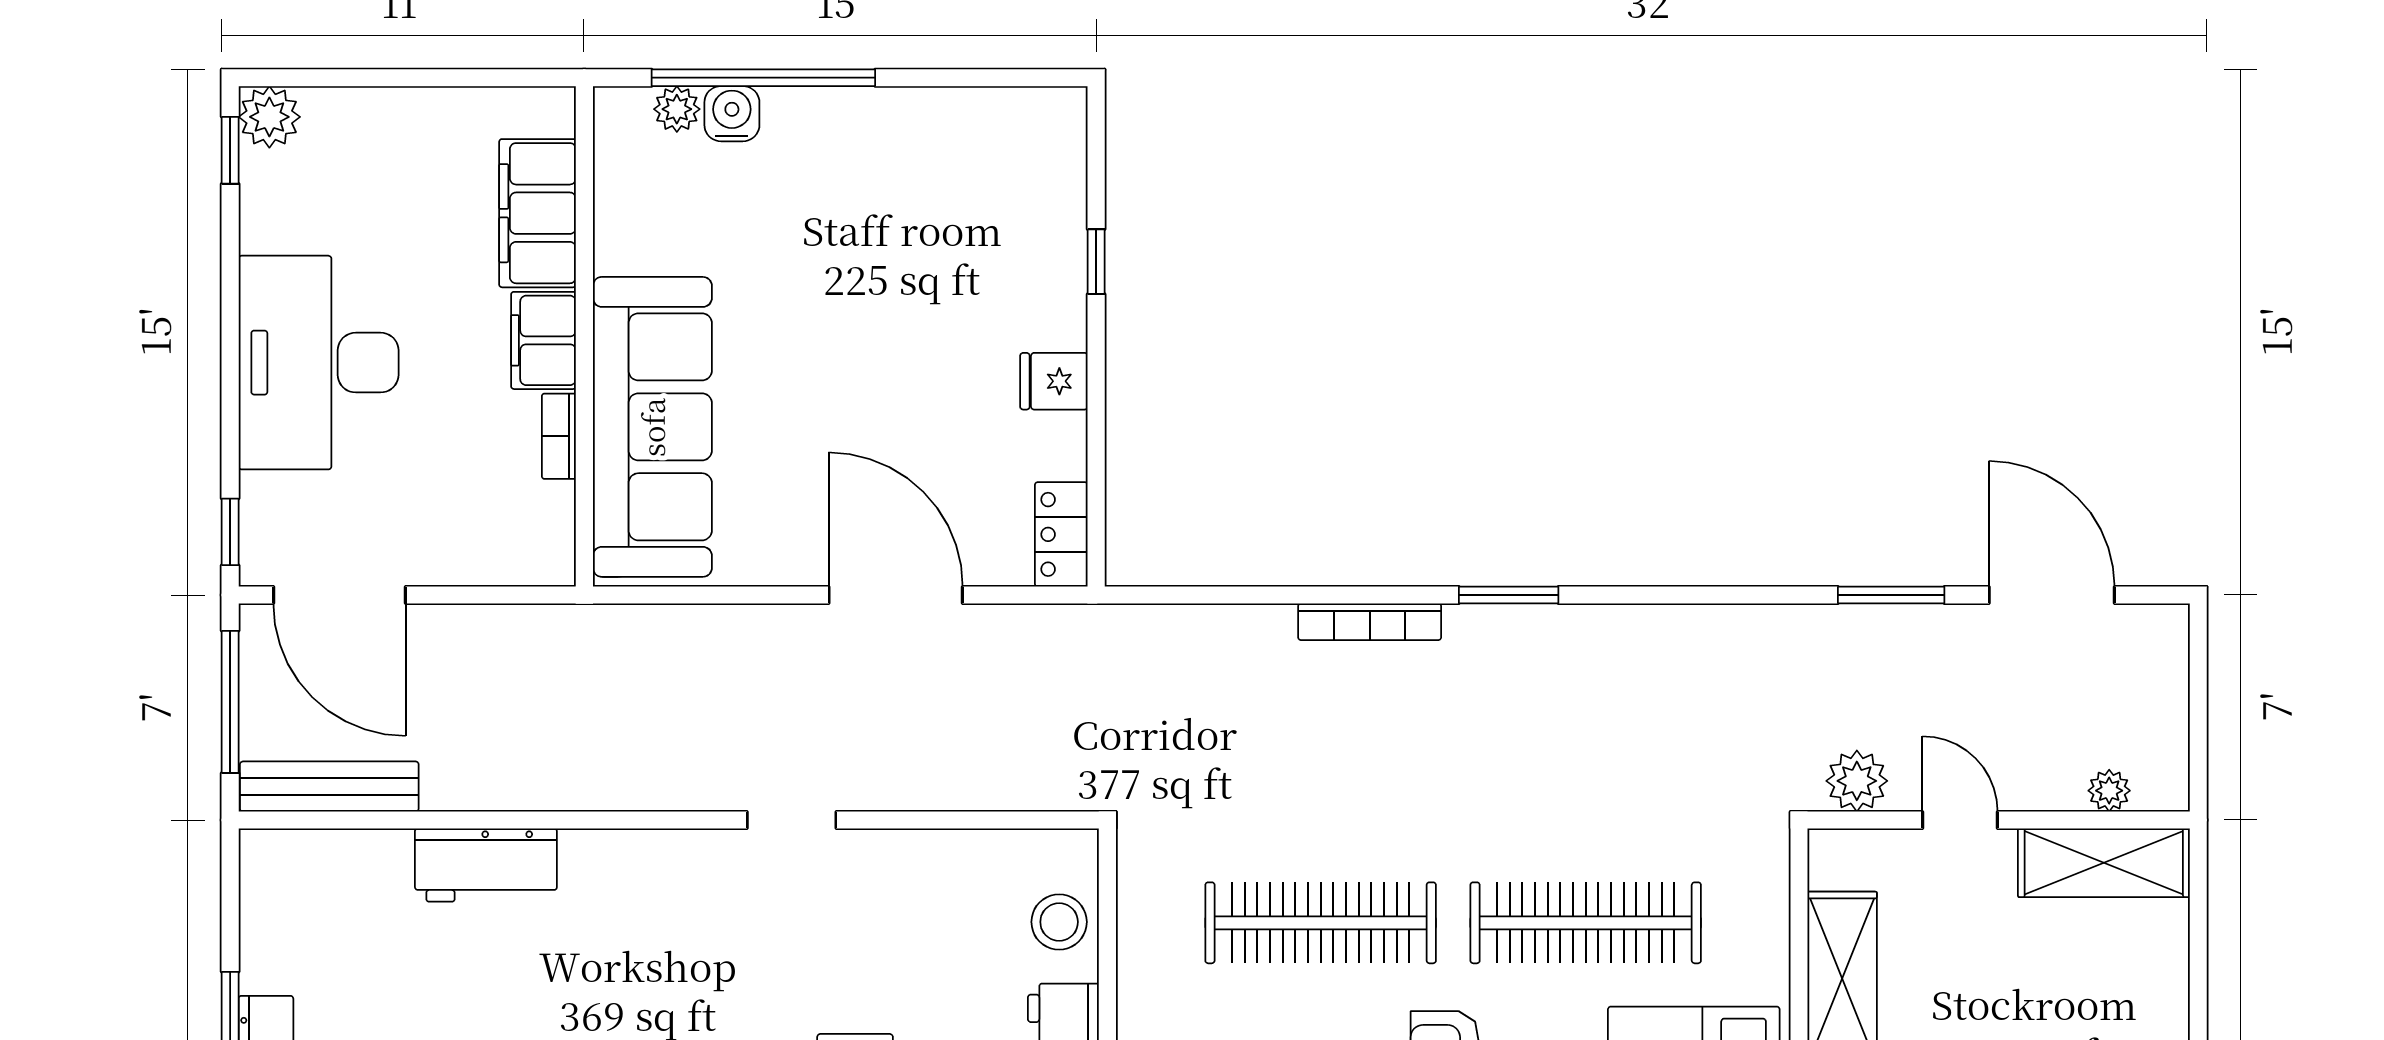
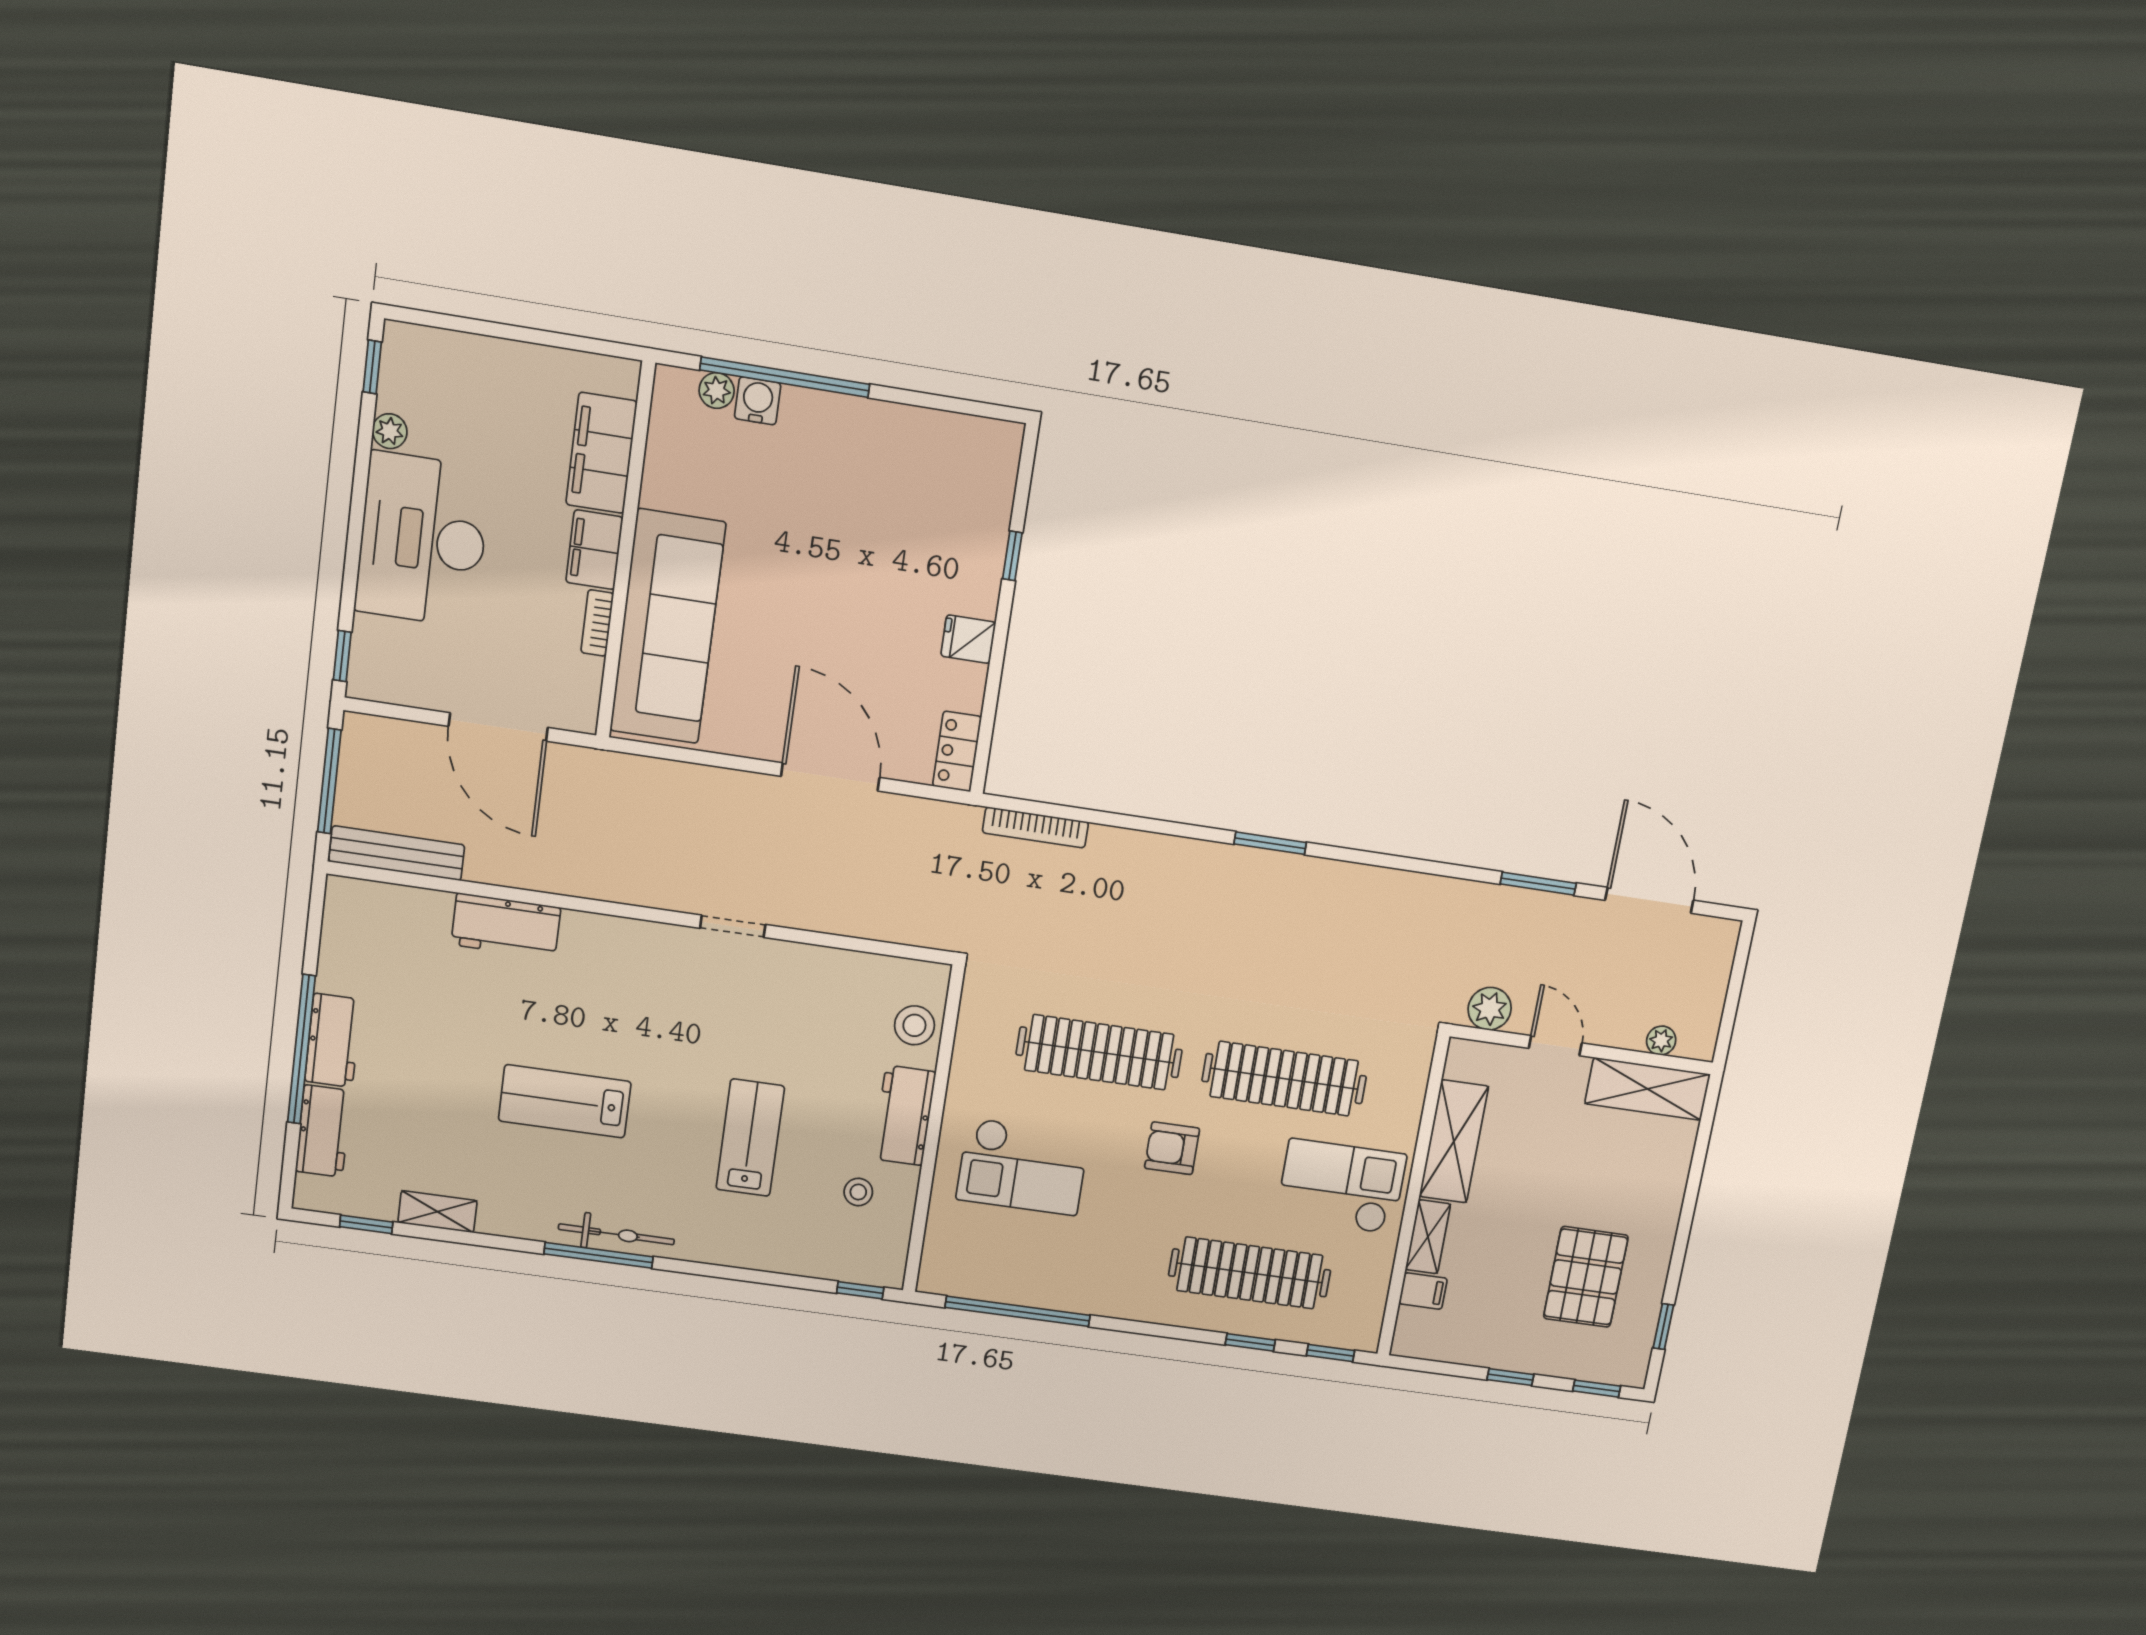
plant: (269, 117) -> (390, 431), moved, width x0.73, depth x0.73
door: (340, 595) -> (498, 727), moved
bookcase: (1370, 622) -> (1035, 827), moved

